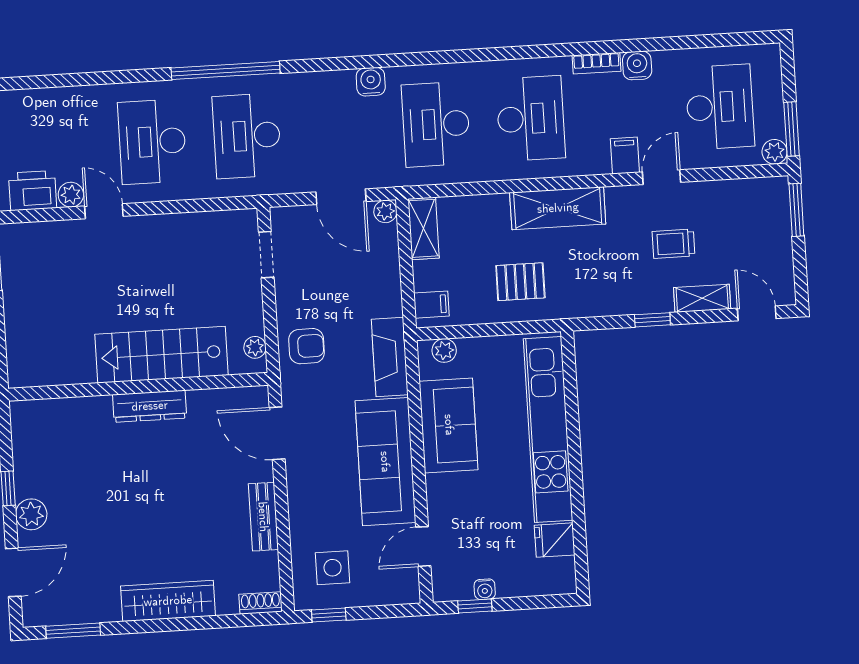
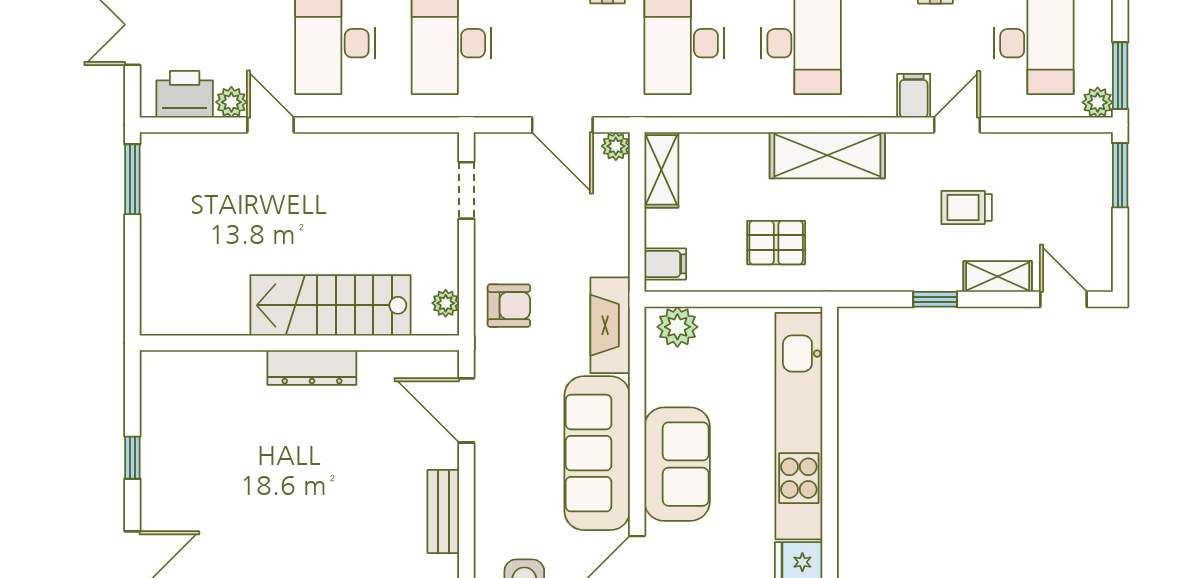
plant: (444, 350) -> (677, 327), width x1.38, depth x1.38
sofa: (449, 425) -> (677, 464), moved
plant: (31, 514) -> (159, 491), removed

